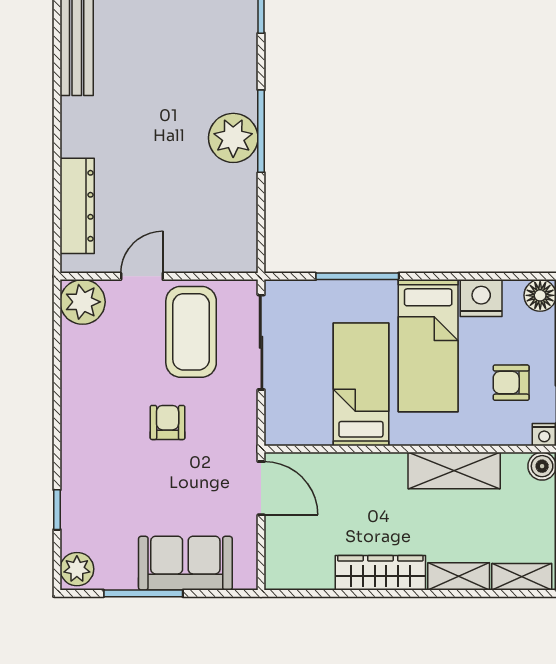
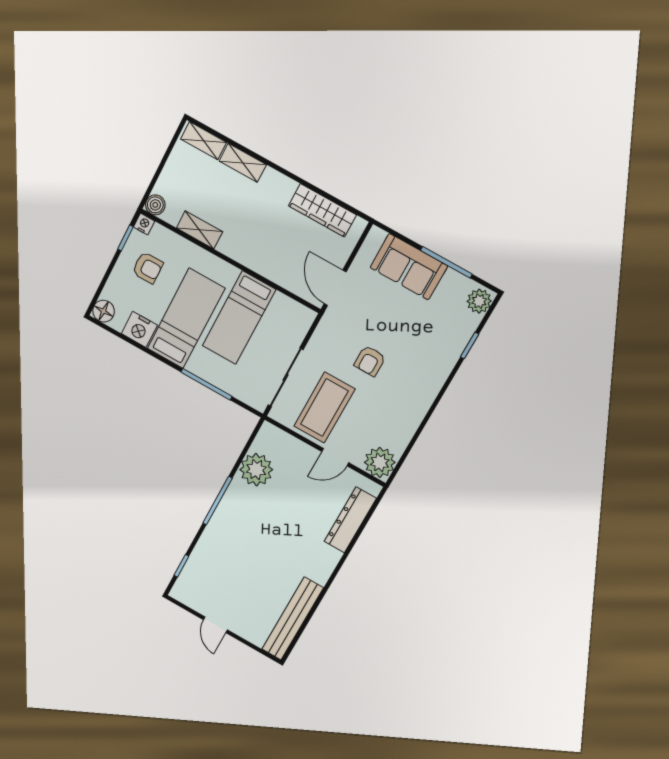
plant: (233, 138) -> (256, 470), moved
shelving: (454, 471) -> (199, 230), width x0.67, depth x0.75
wardrobe: (380, 573) -> (322, 210), moved

